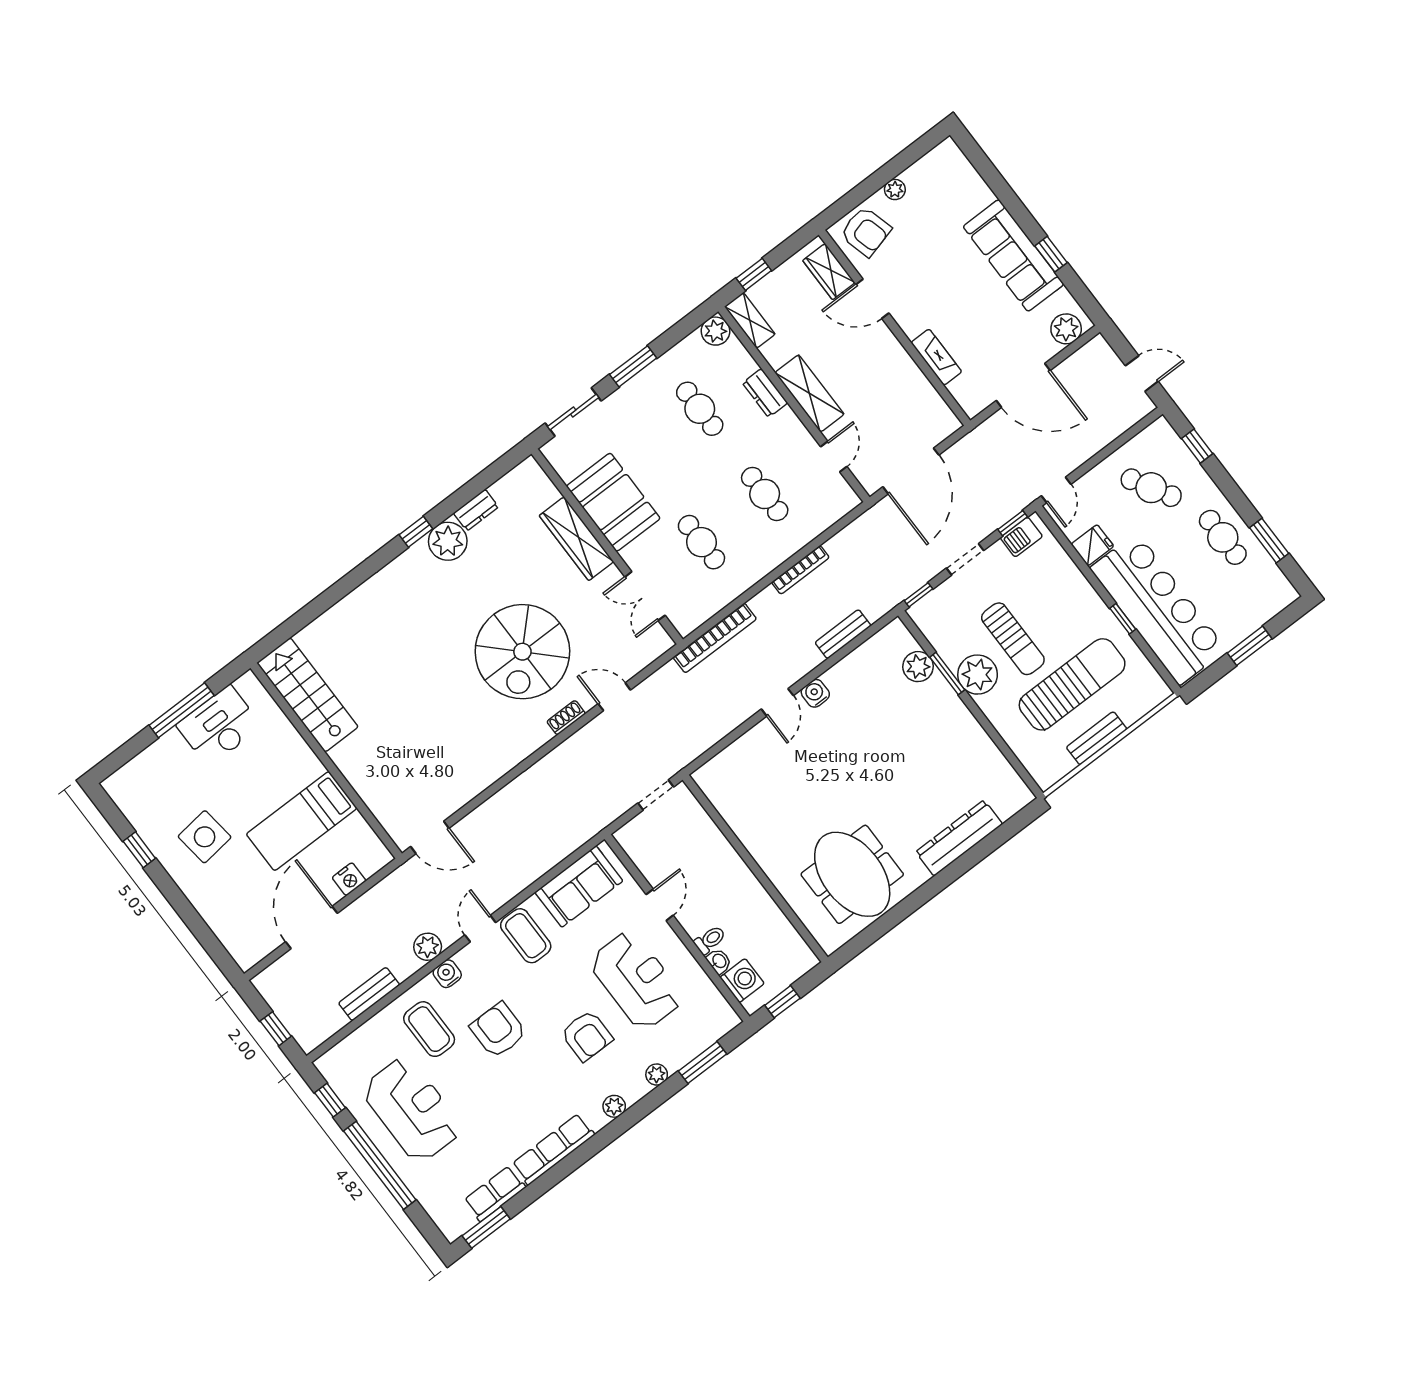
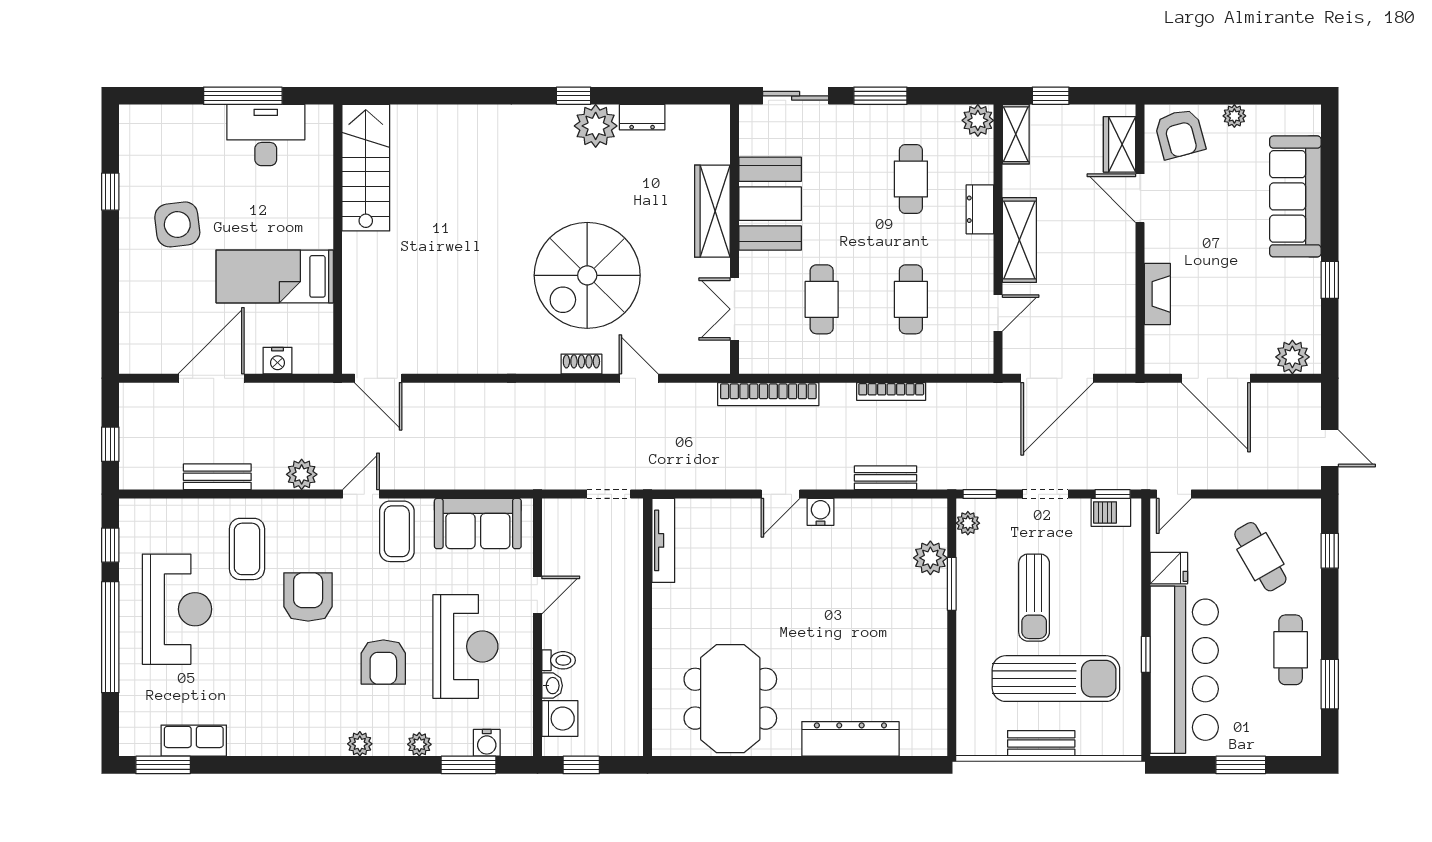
sofa: (1013, 255) -> (1295, 196), moved
plant: (978, 675) -> (968, 523), moved, width x0.53, depth x0.53
tv unit: (719, 798) -> (663, 540), added
water cooler: (447, 974) -> (487, 743), moved, turned 180
row of seats: (553, 1149) -> (276, 741), removed

